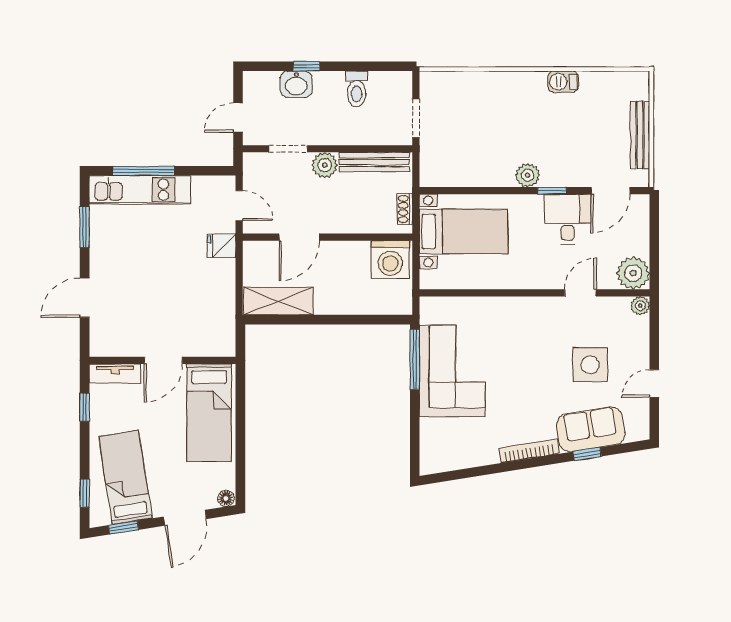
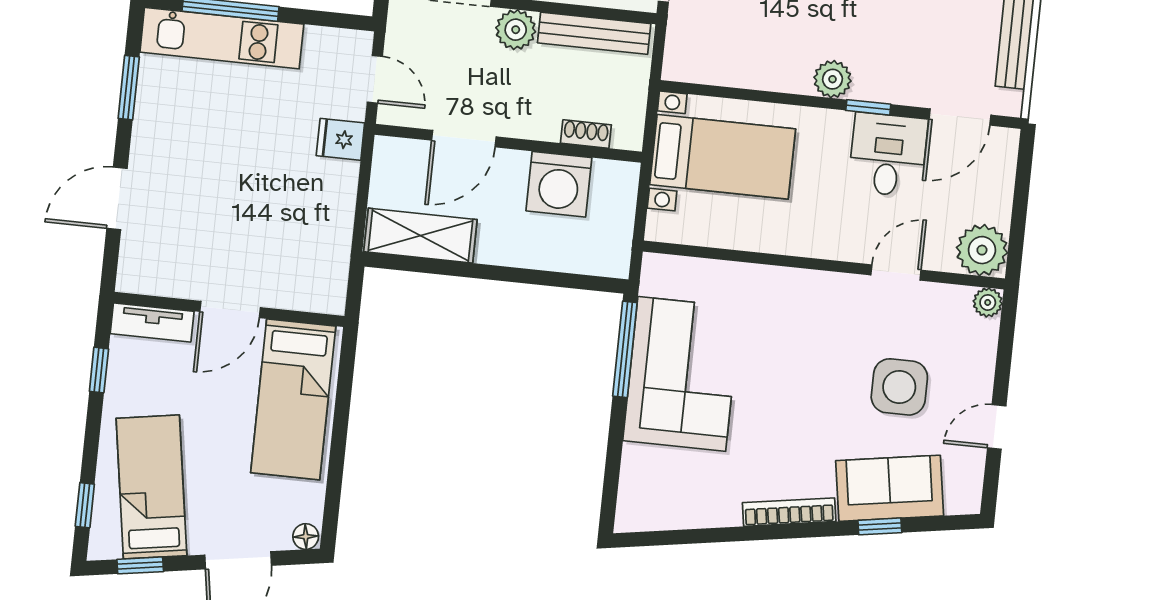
shoe rack: (405, 209) -> (586, 134), moved, turned 90
washing machine: (390, 260) -> (559, 184), moved

